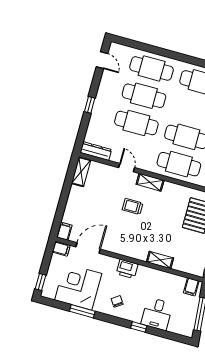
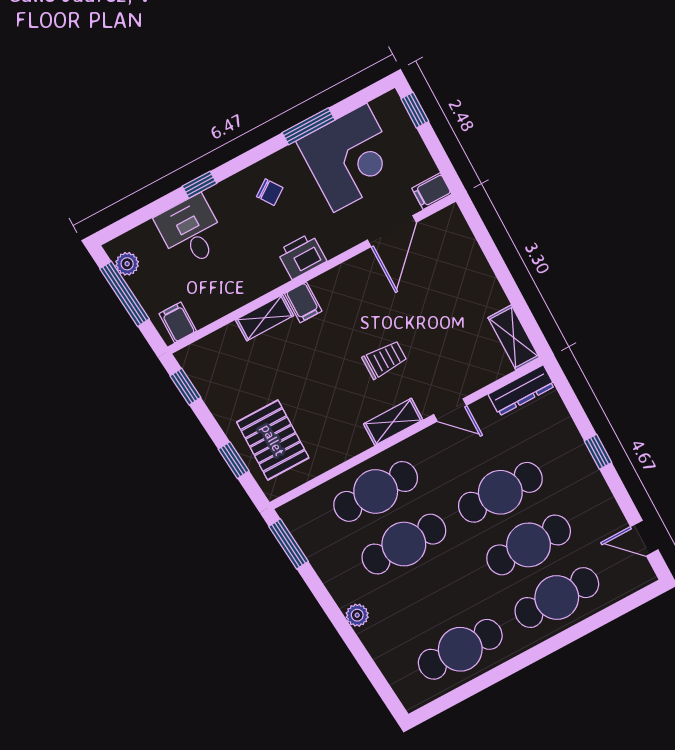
filing cabinet: (64, 231) -> (303, 302), moved
plant: (189, 324) -> (127, 264), added

